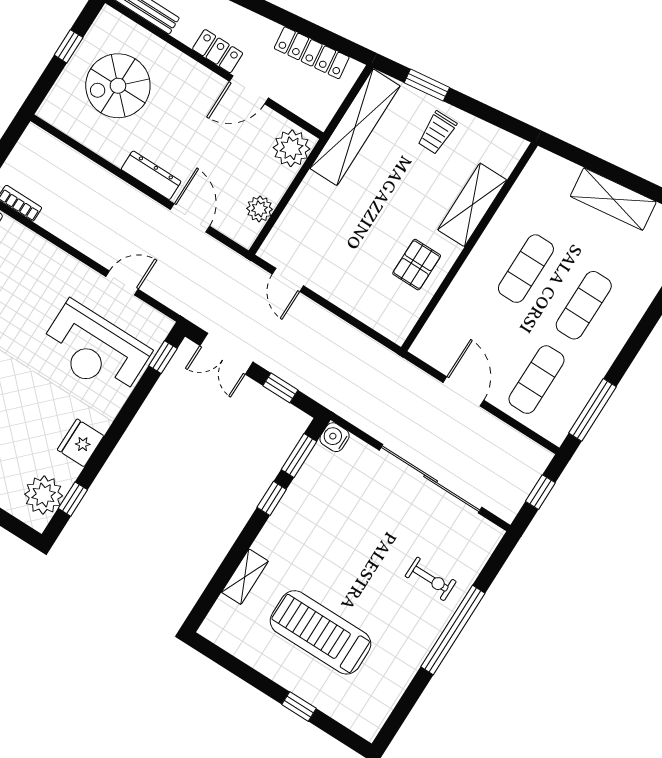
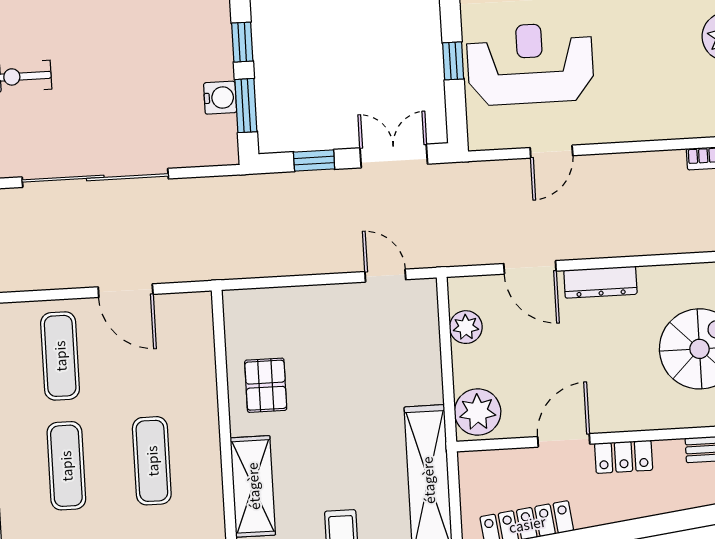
window: (163, 357) -> (453, 61), moved
water cooler: (335, 437) -> (220, 98), moved

